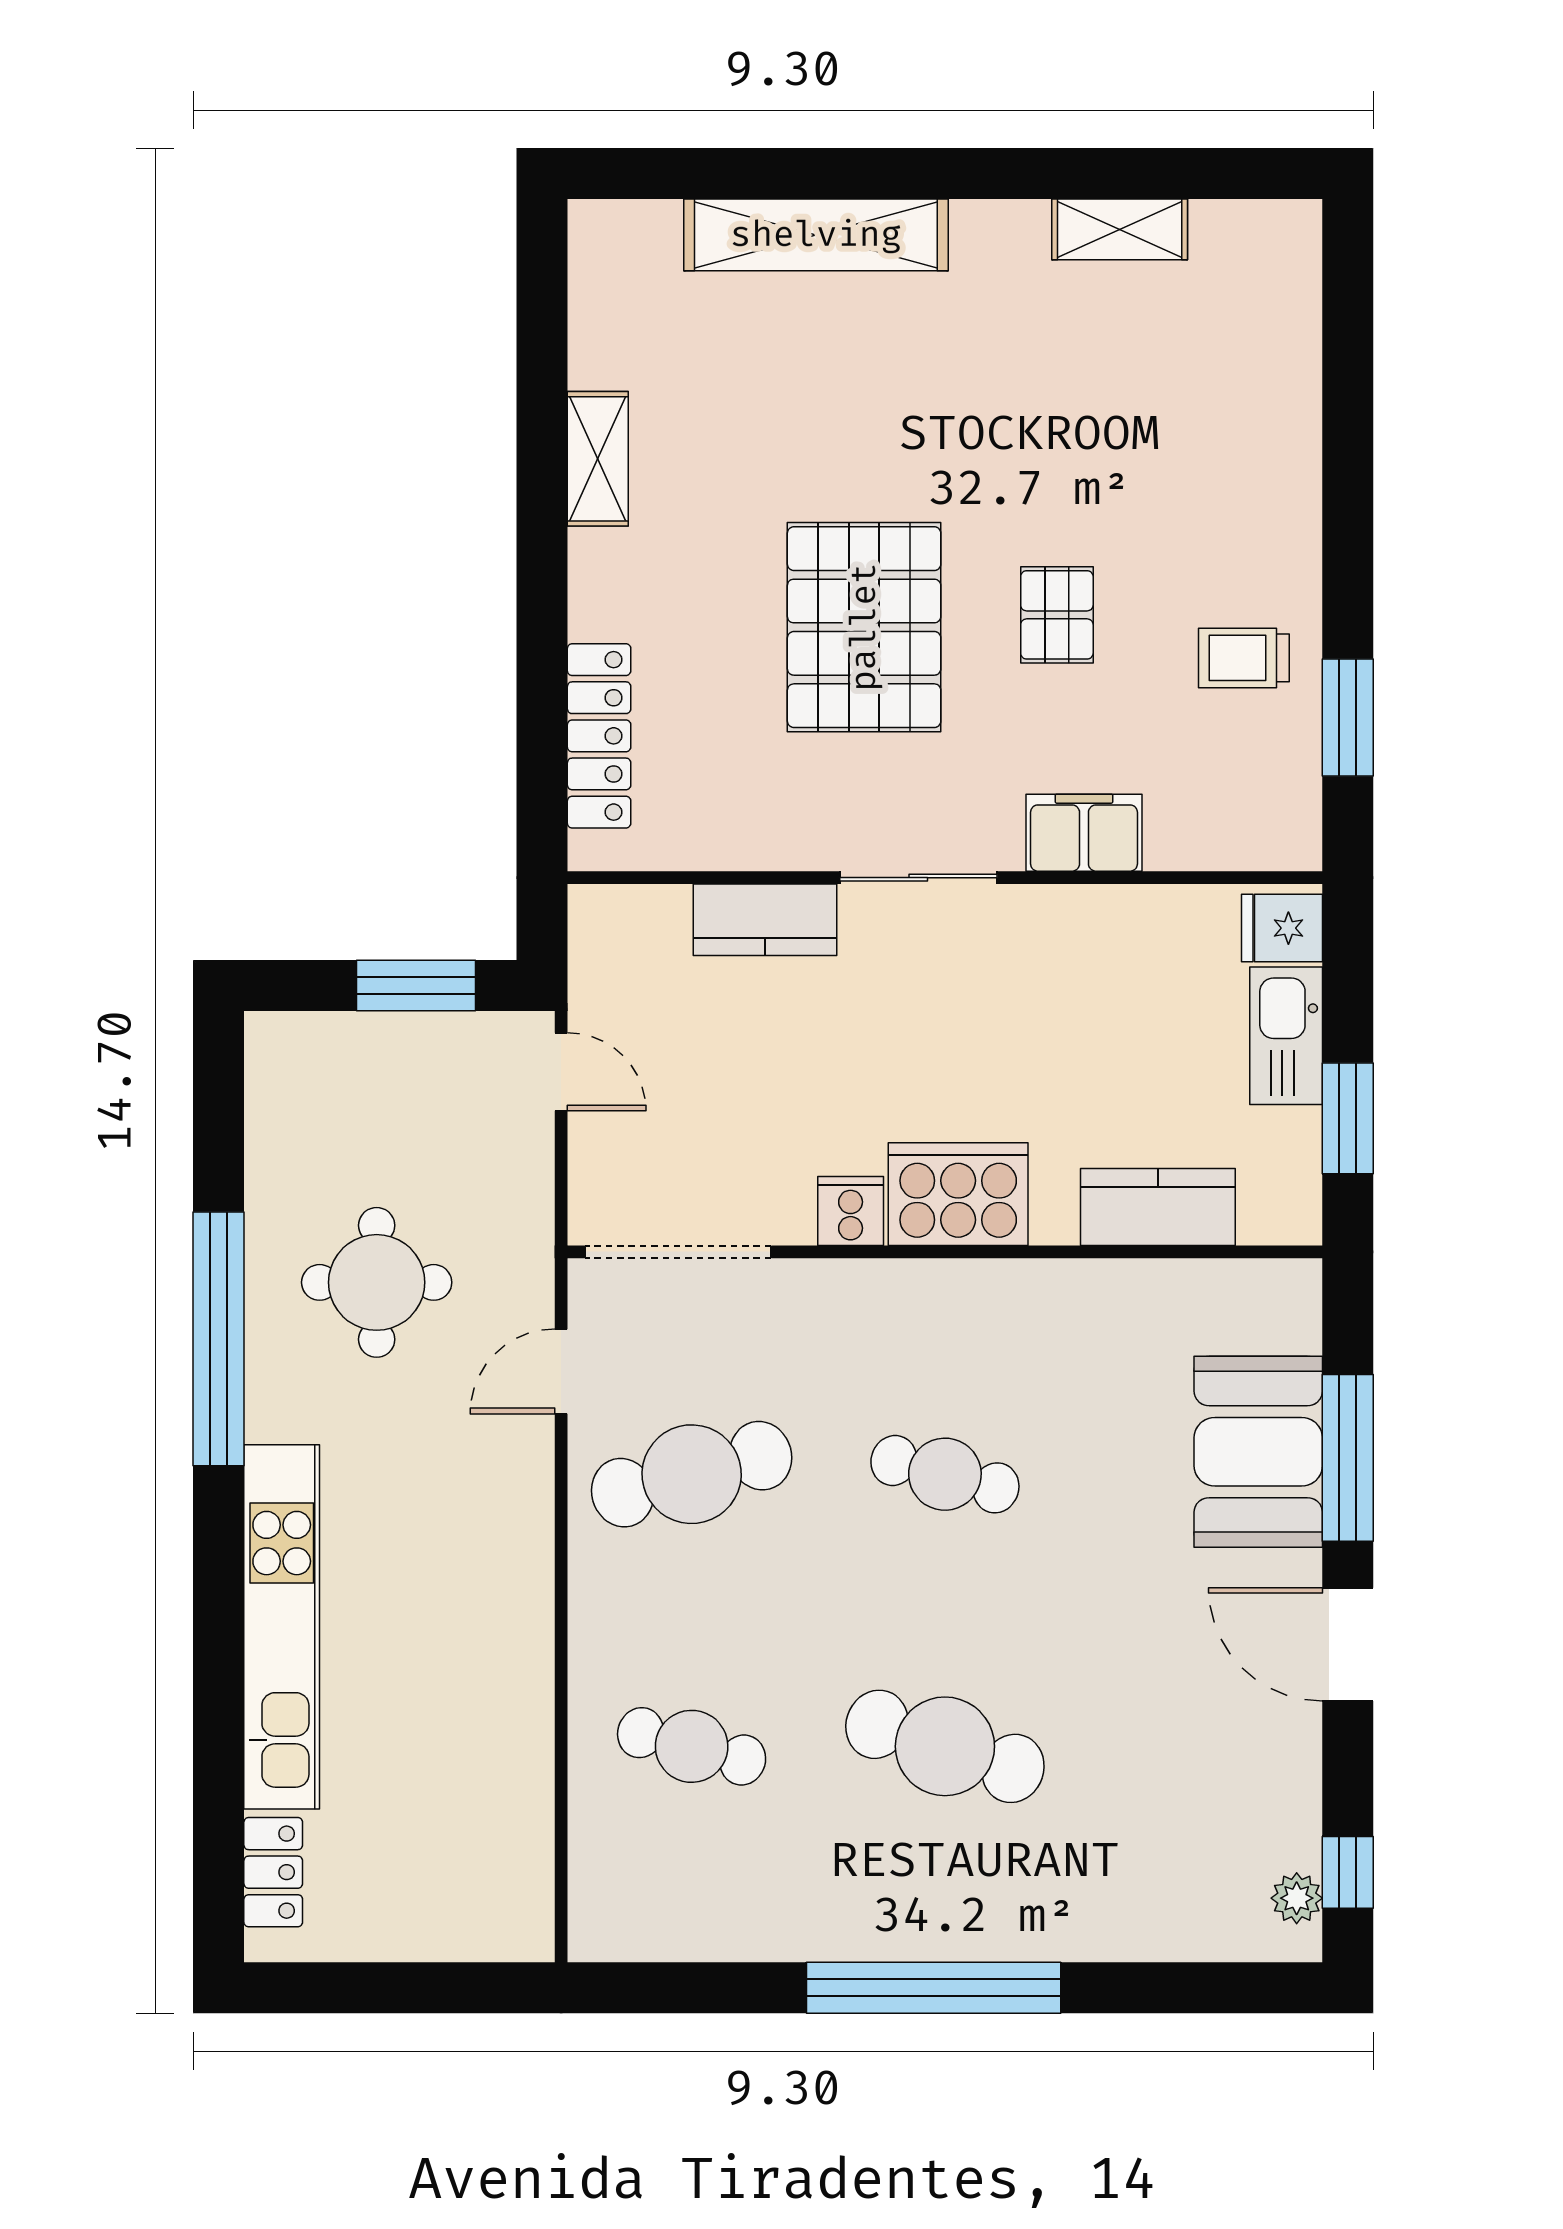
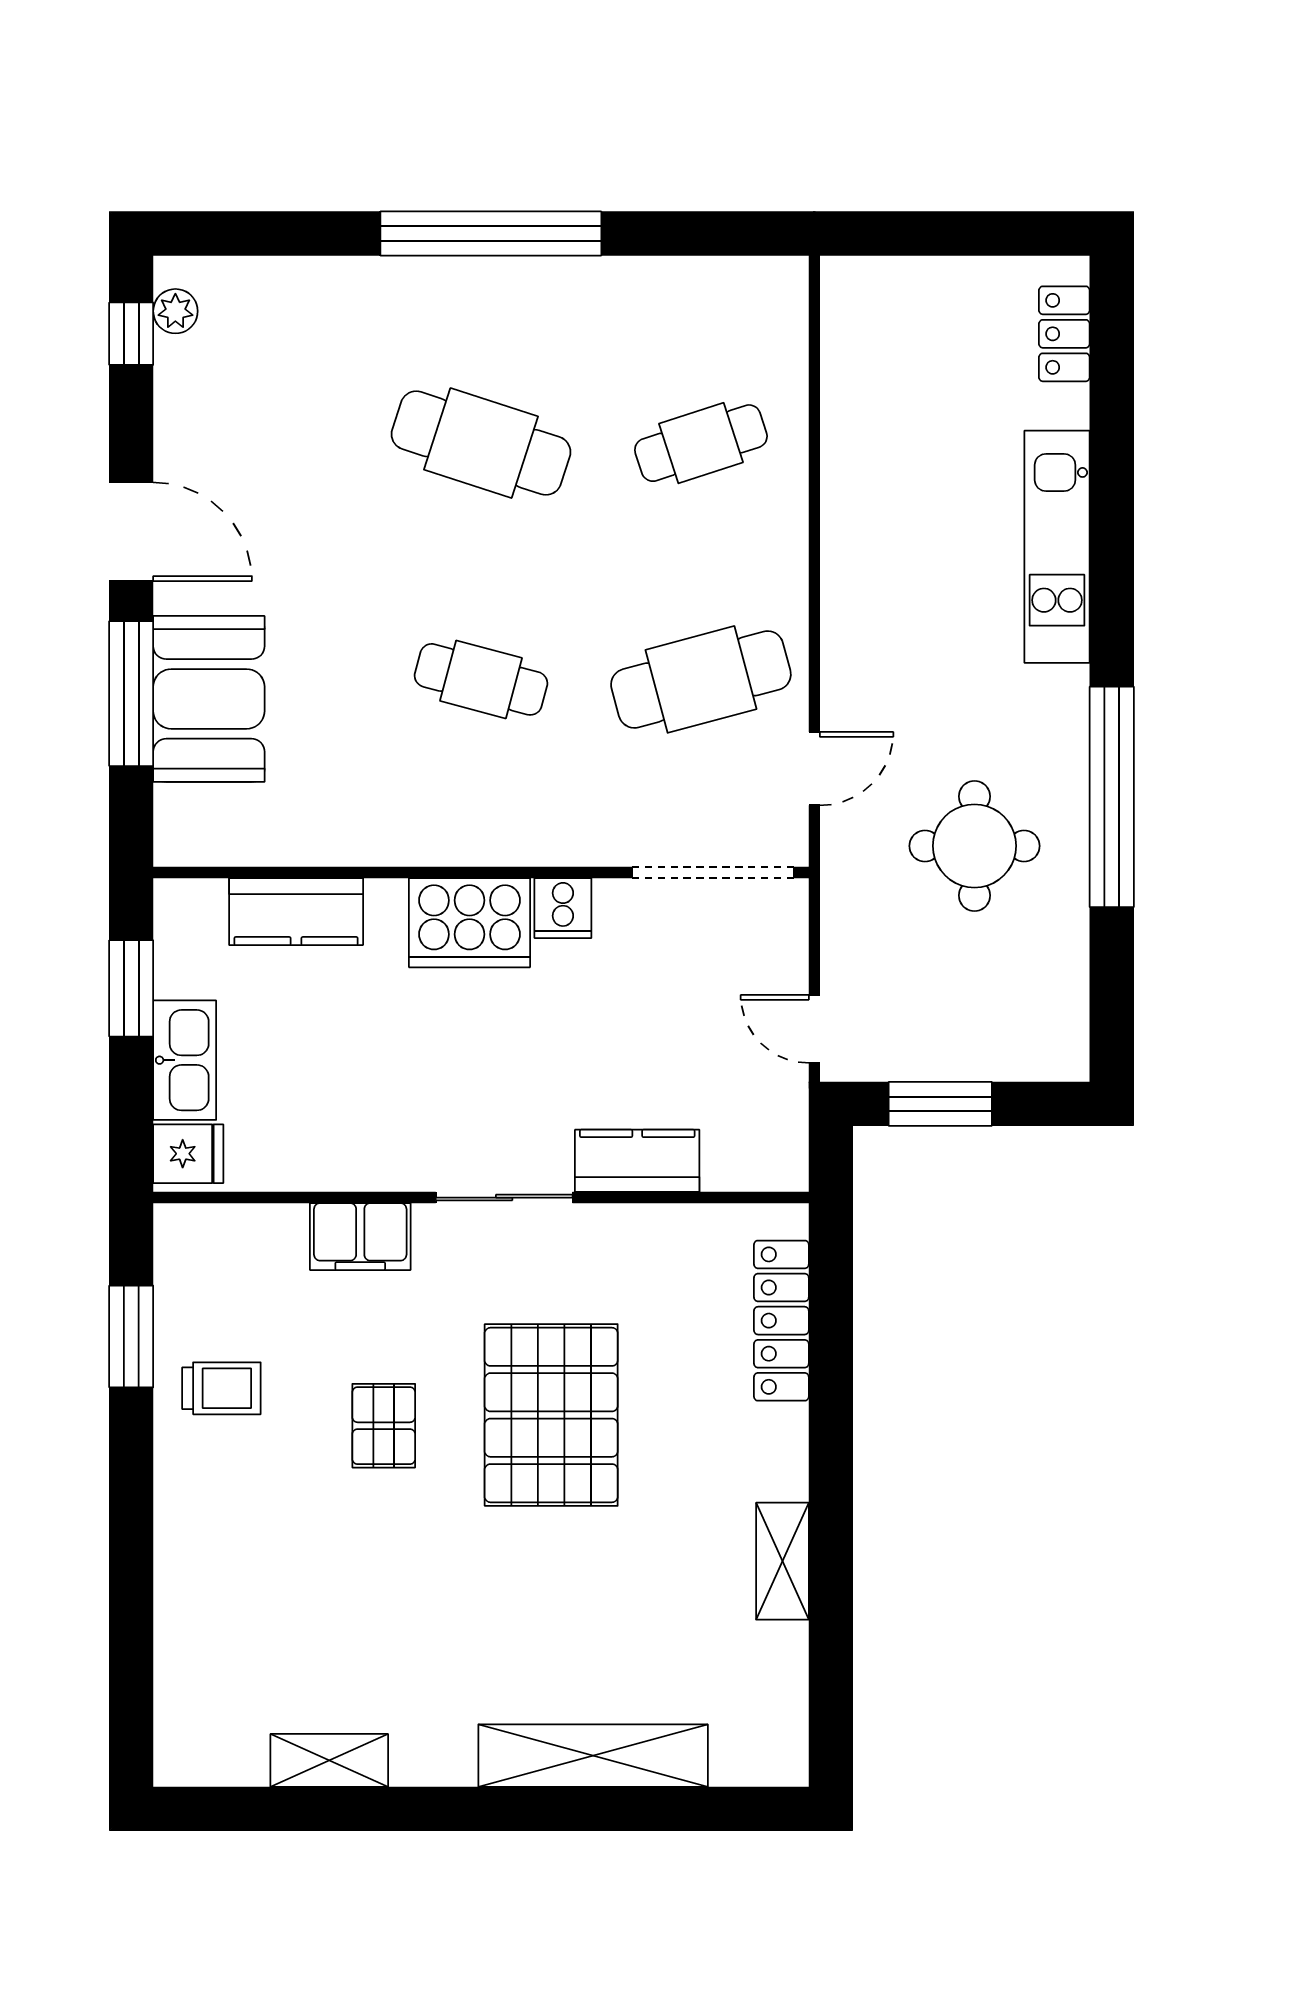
kitchen unit: (282, 1627) -> (1057, 547), width x0.73
cafe table: (692, 1746) -> (701, 443), turned -33

